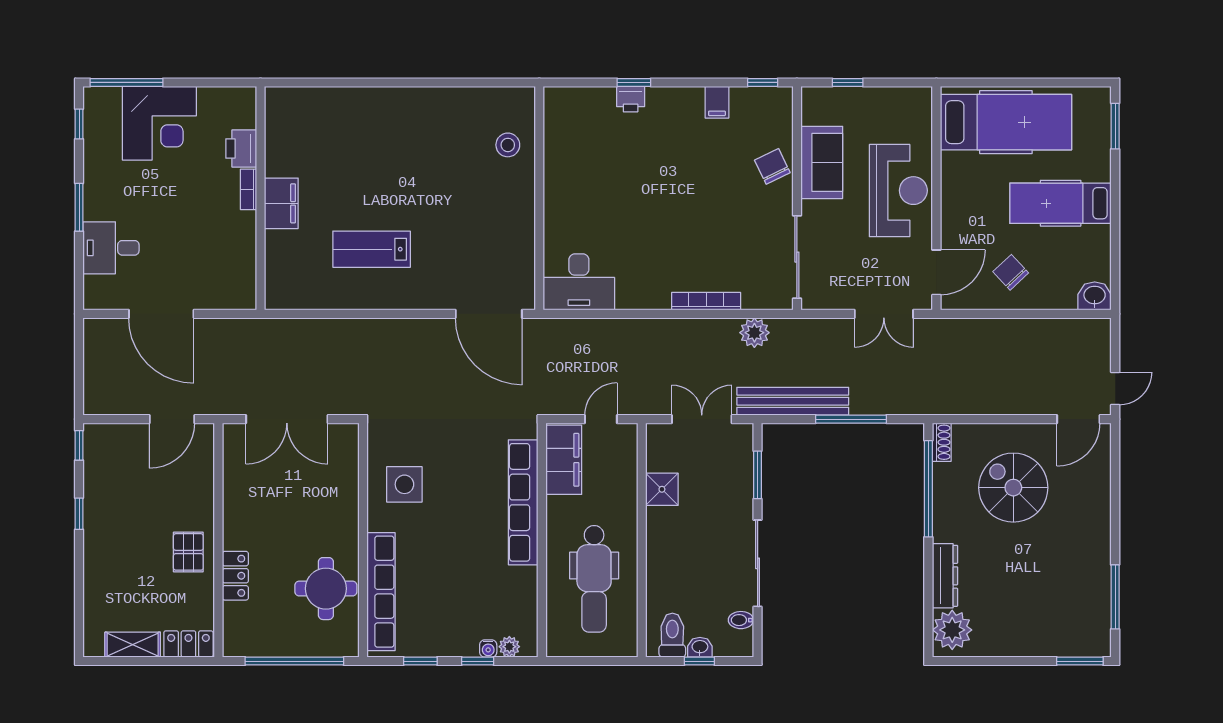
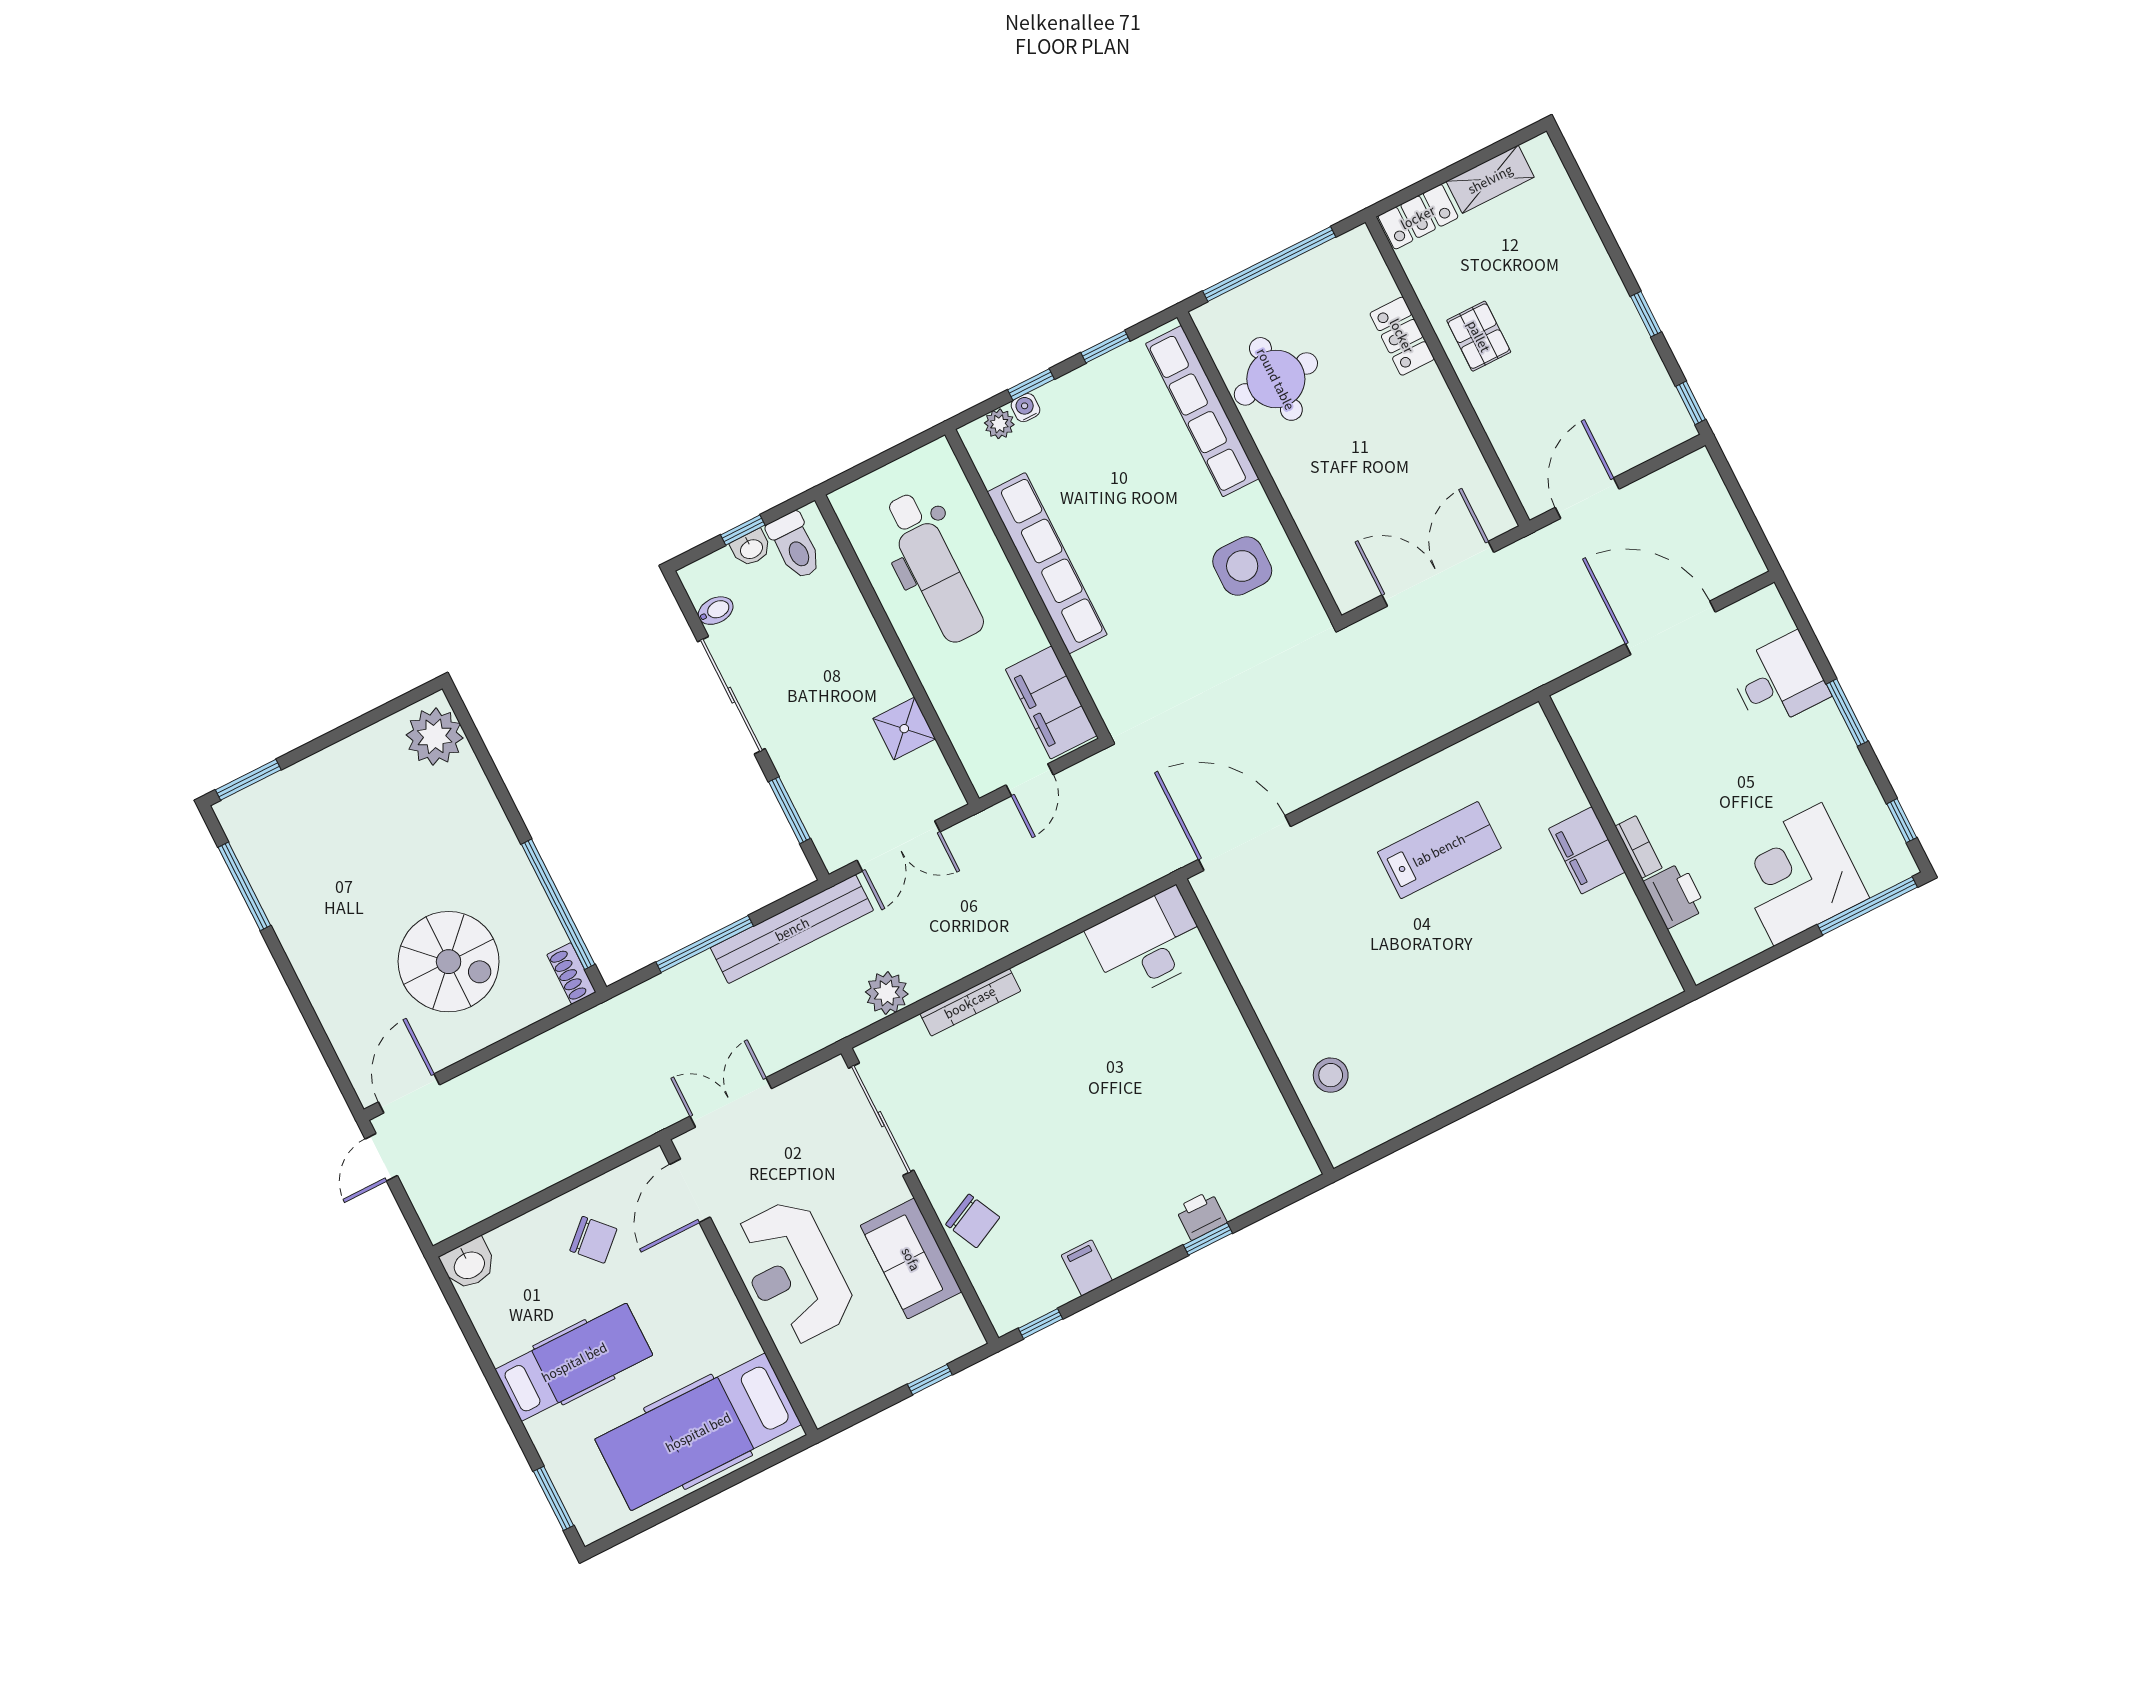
row of seats: (523, 502) -> (1047, 563), moved
dresser: (945, 576) -> (479, 802), removed
dental chair: (594, 579) -> (934, 568), turned 180

